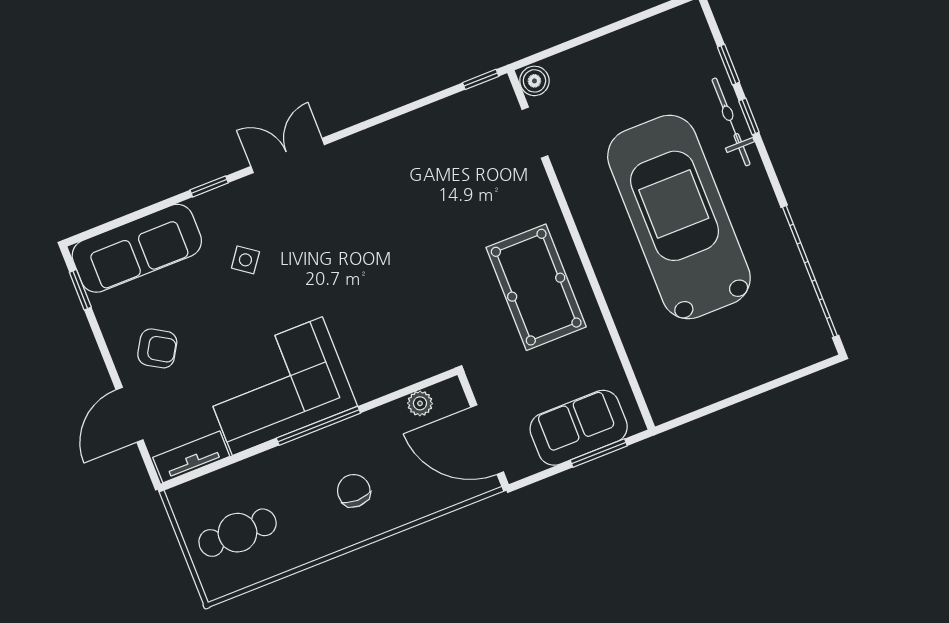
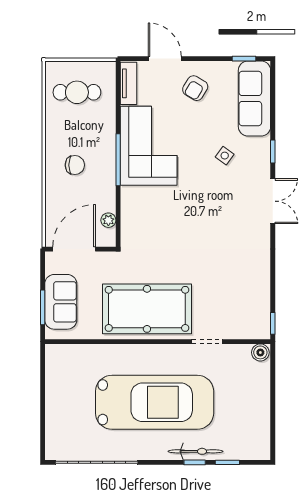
doorway: (535, 133) -> (207, 342), moved
pool table: (536, 287) -> (147, 309), width x1.36, depth x1.32
cafe table: (238, 533) -> (77, 92), turned 90

